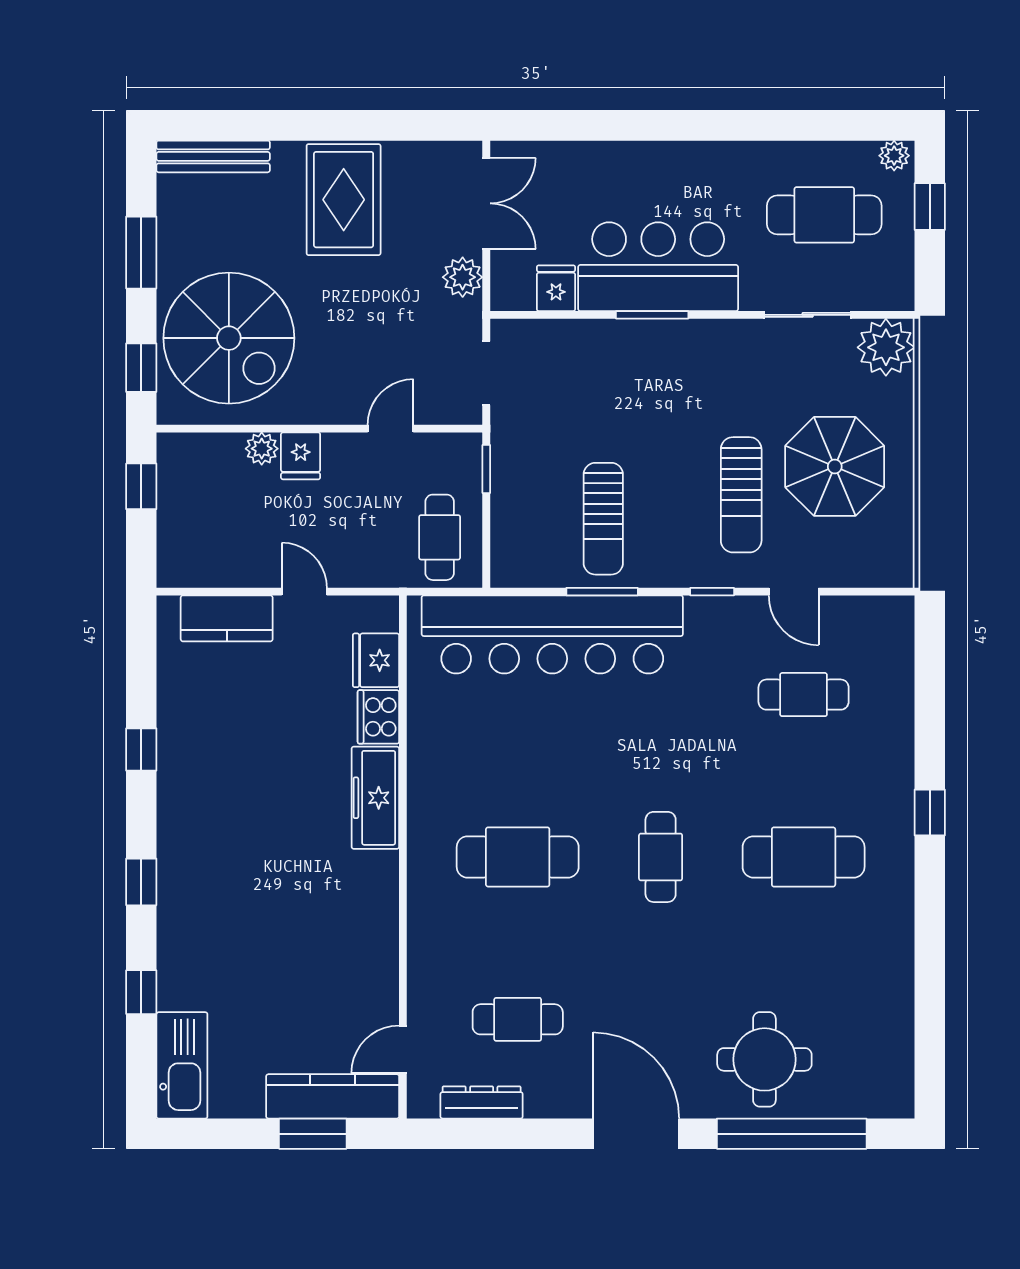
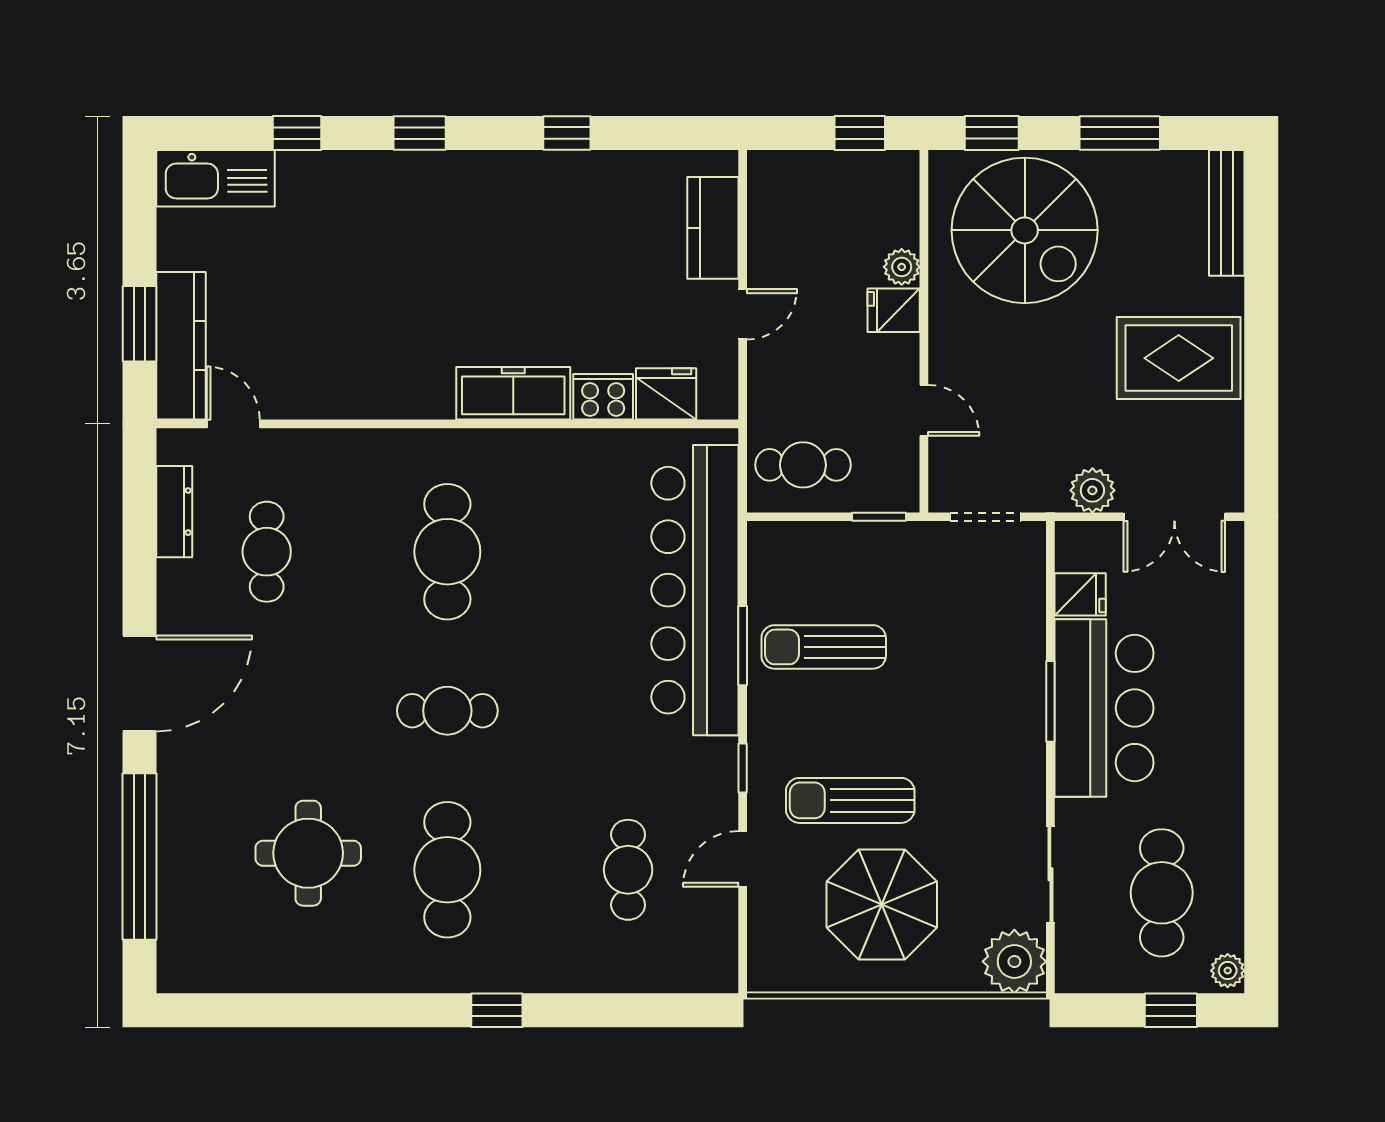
spiral stairs: (229, 338) -> (1025, 230), turned -90
round table: (764, 1059) -> (308, 853), moved

